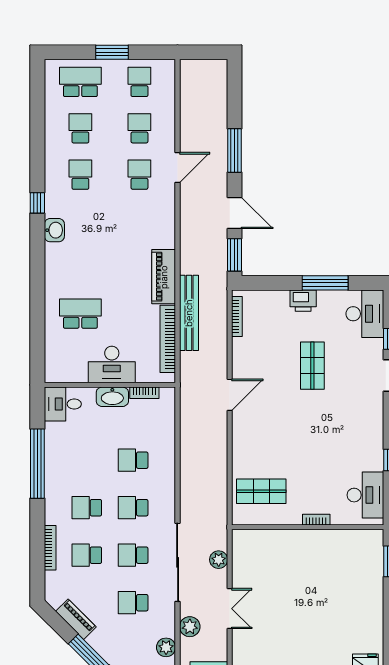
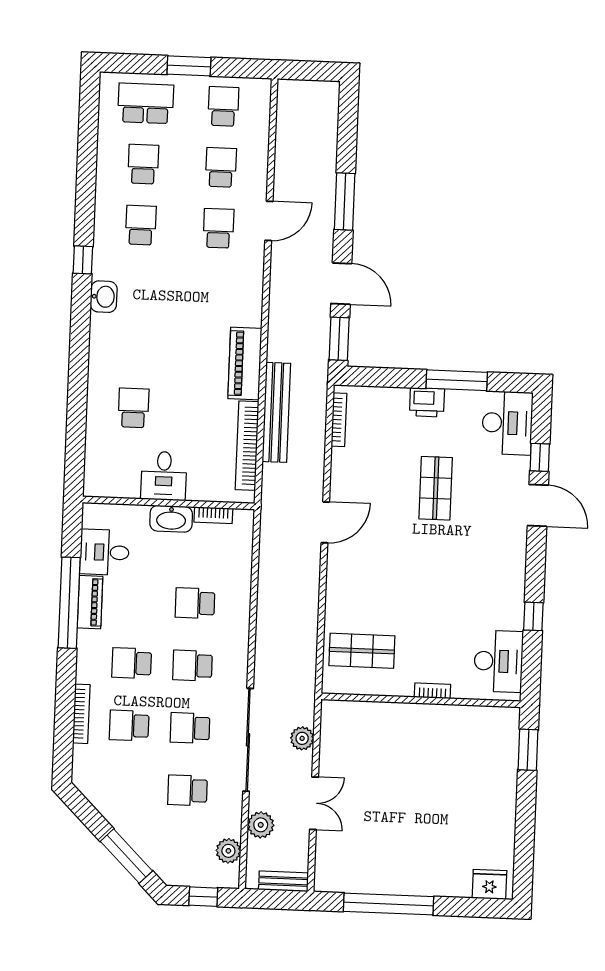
school desk: (80, 314) -> (133, 408), width x0.54
desk: (112, 364) -> (164, 476), width x0.73
desk: (63, 404) -> (104, 552), moved
piano: (76, 619) -> (90, 602), moved, turned 45

